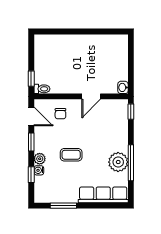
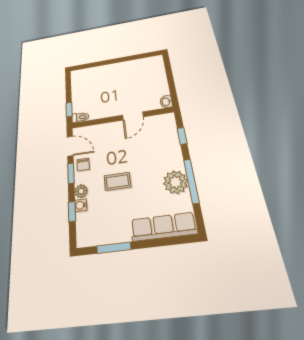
window: (131, 112) -> (182, 136), moved
chair: (60, 114) -> (83, 164), moved

